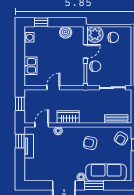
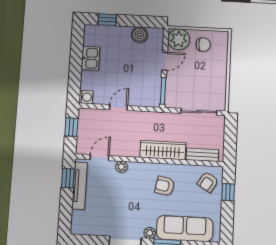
washing machine: (29, 37) -> (86, 97), moved
kitchen sink: (30, 66) -> (91, 58), moved
chair: (95, 66) -> (177, 82), removed
wardrobe: (68, 117) -> (163, 150), moved, width x1.50
tv unit: (29, 146) -> (80, 186), width x1.41

